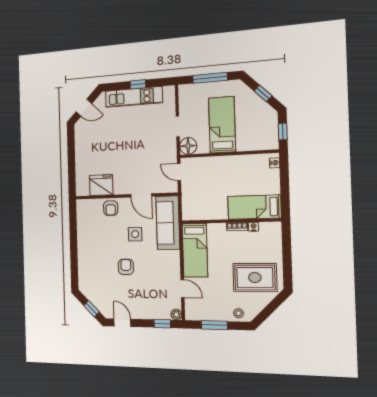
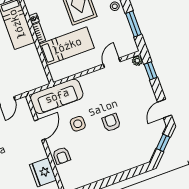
armchair: (111, 208) -> (62, 156), turned 90
bed: (195, 250) -> (67, 46), moved
armchair: (126, 267) -> (111, 123), turned 90

